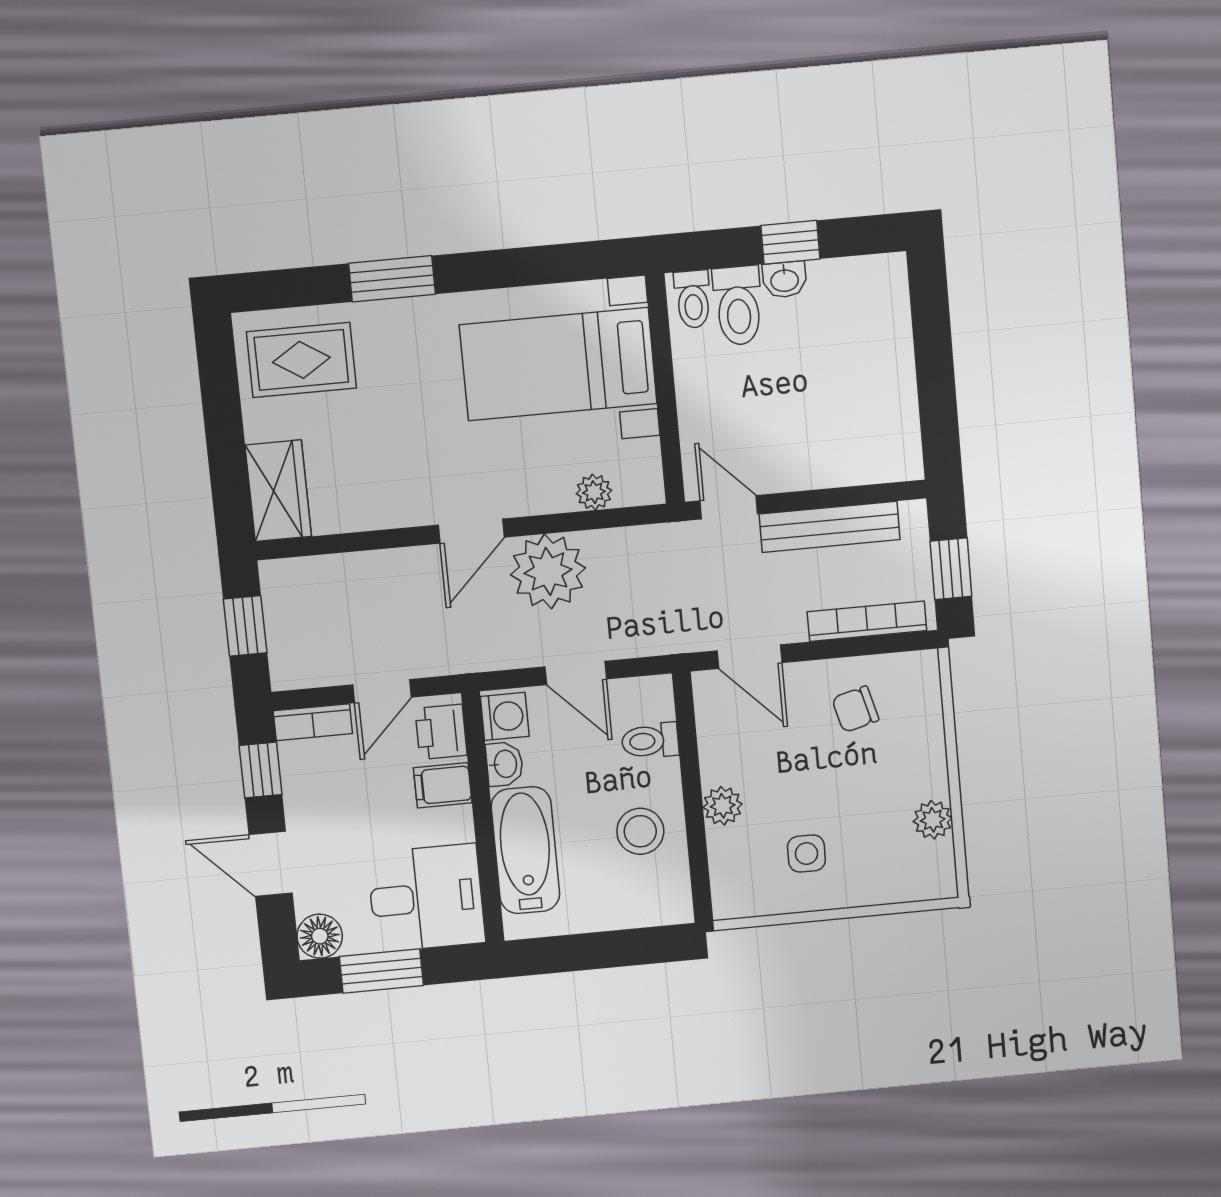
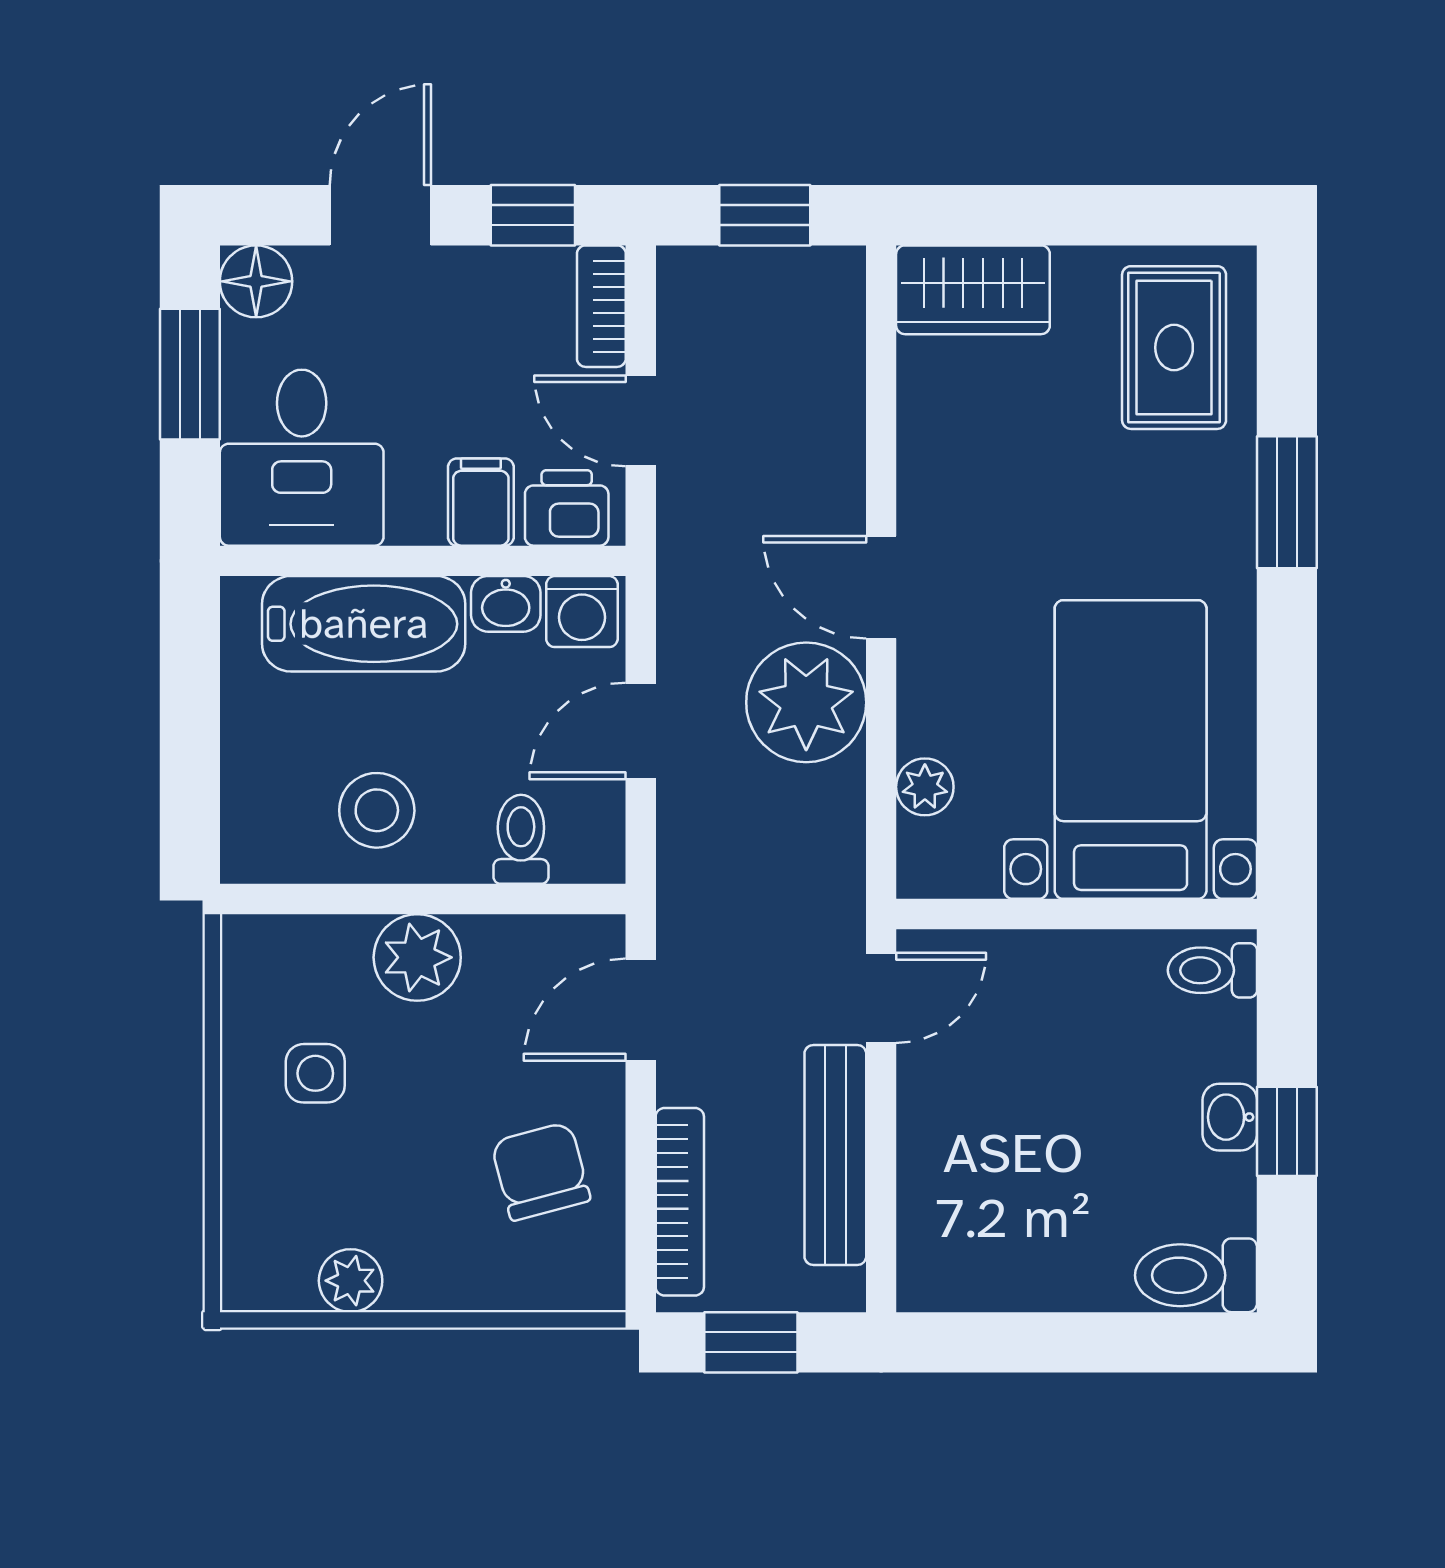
toilet: (738, 306) -> (1196, 1275), moved
chair: (855, 709) -> (541, 1171), width x1.37, depth x1.37
plant: (723, 806) -> (417, 957), width x1.38, depth x1.38

